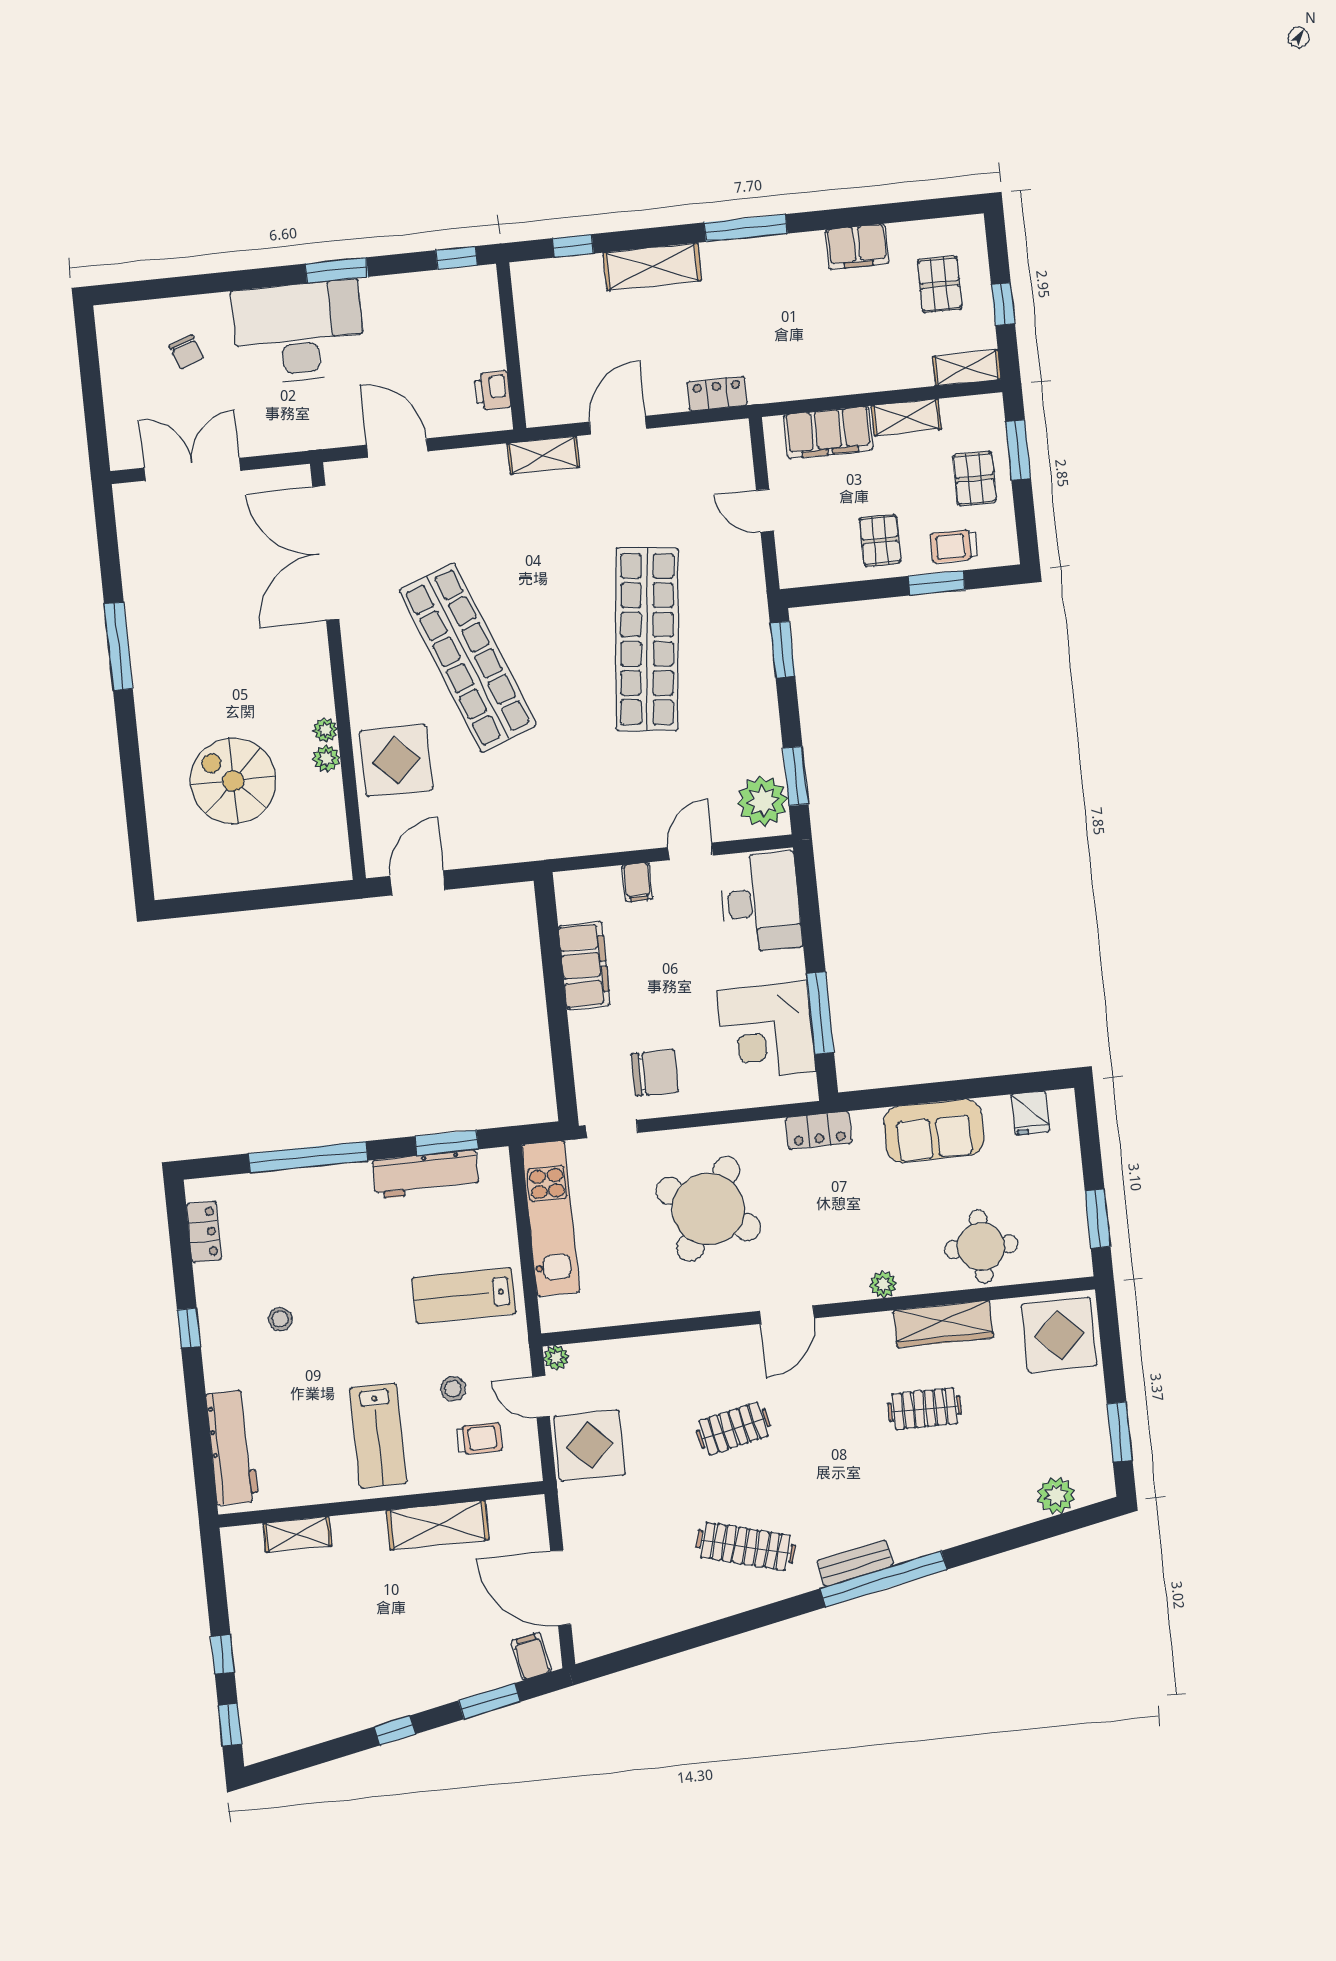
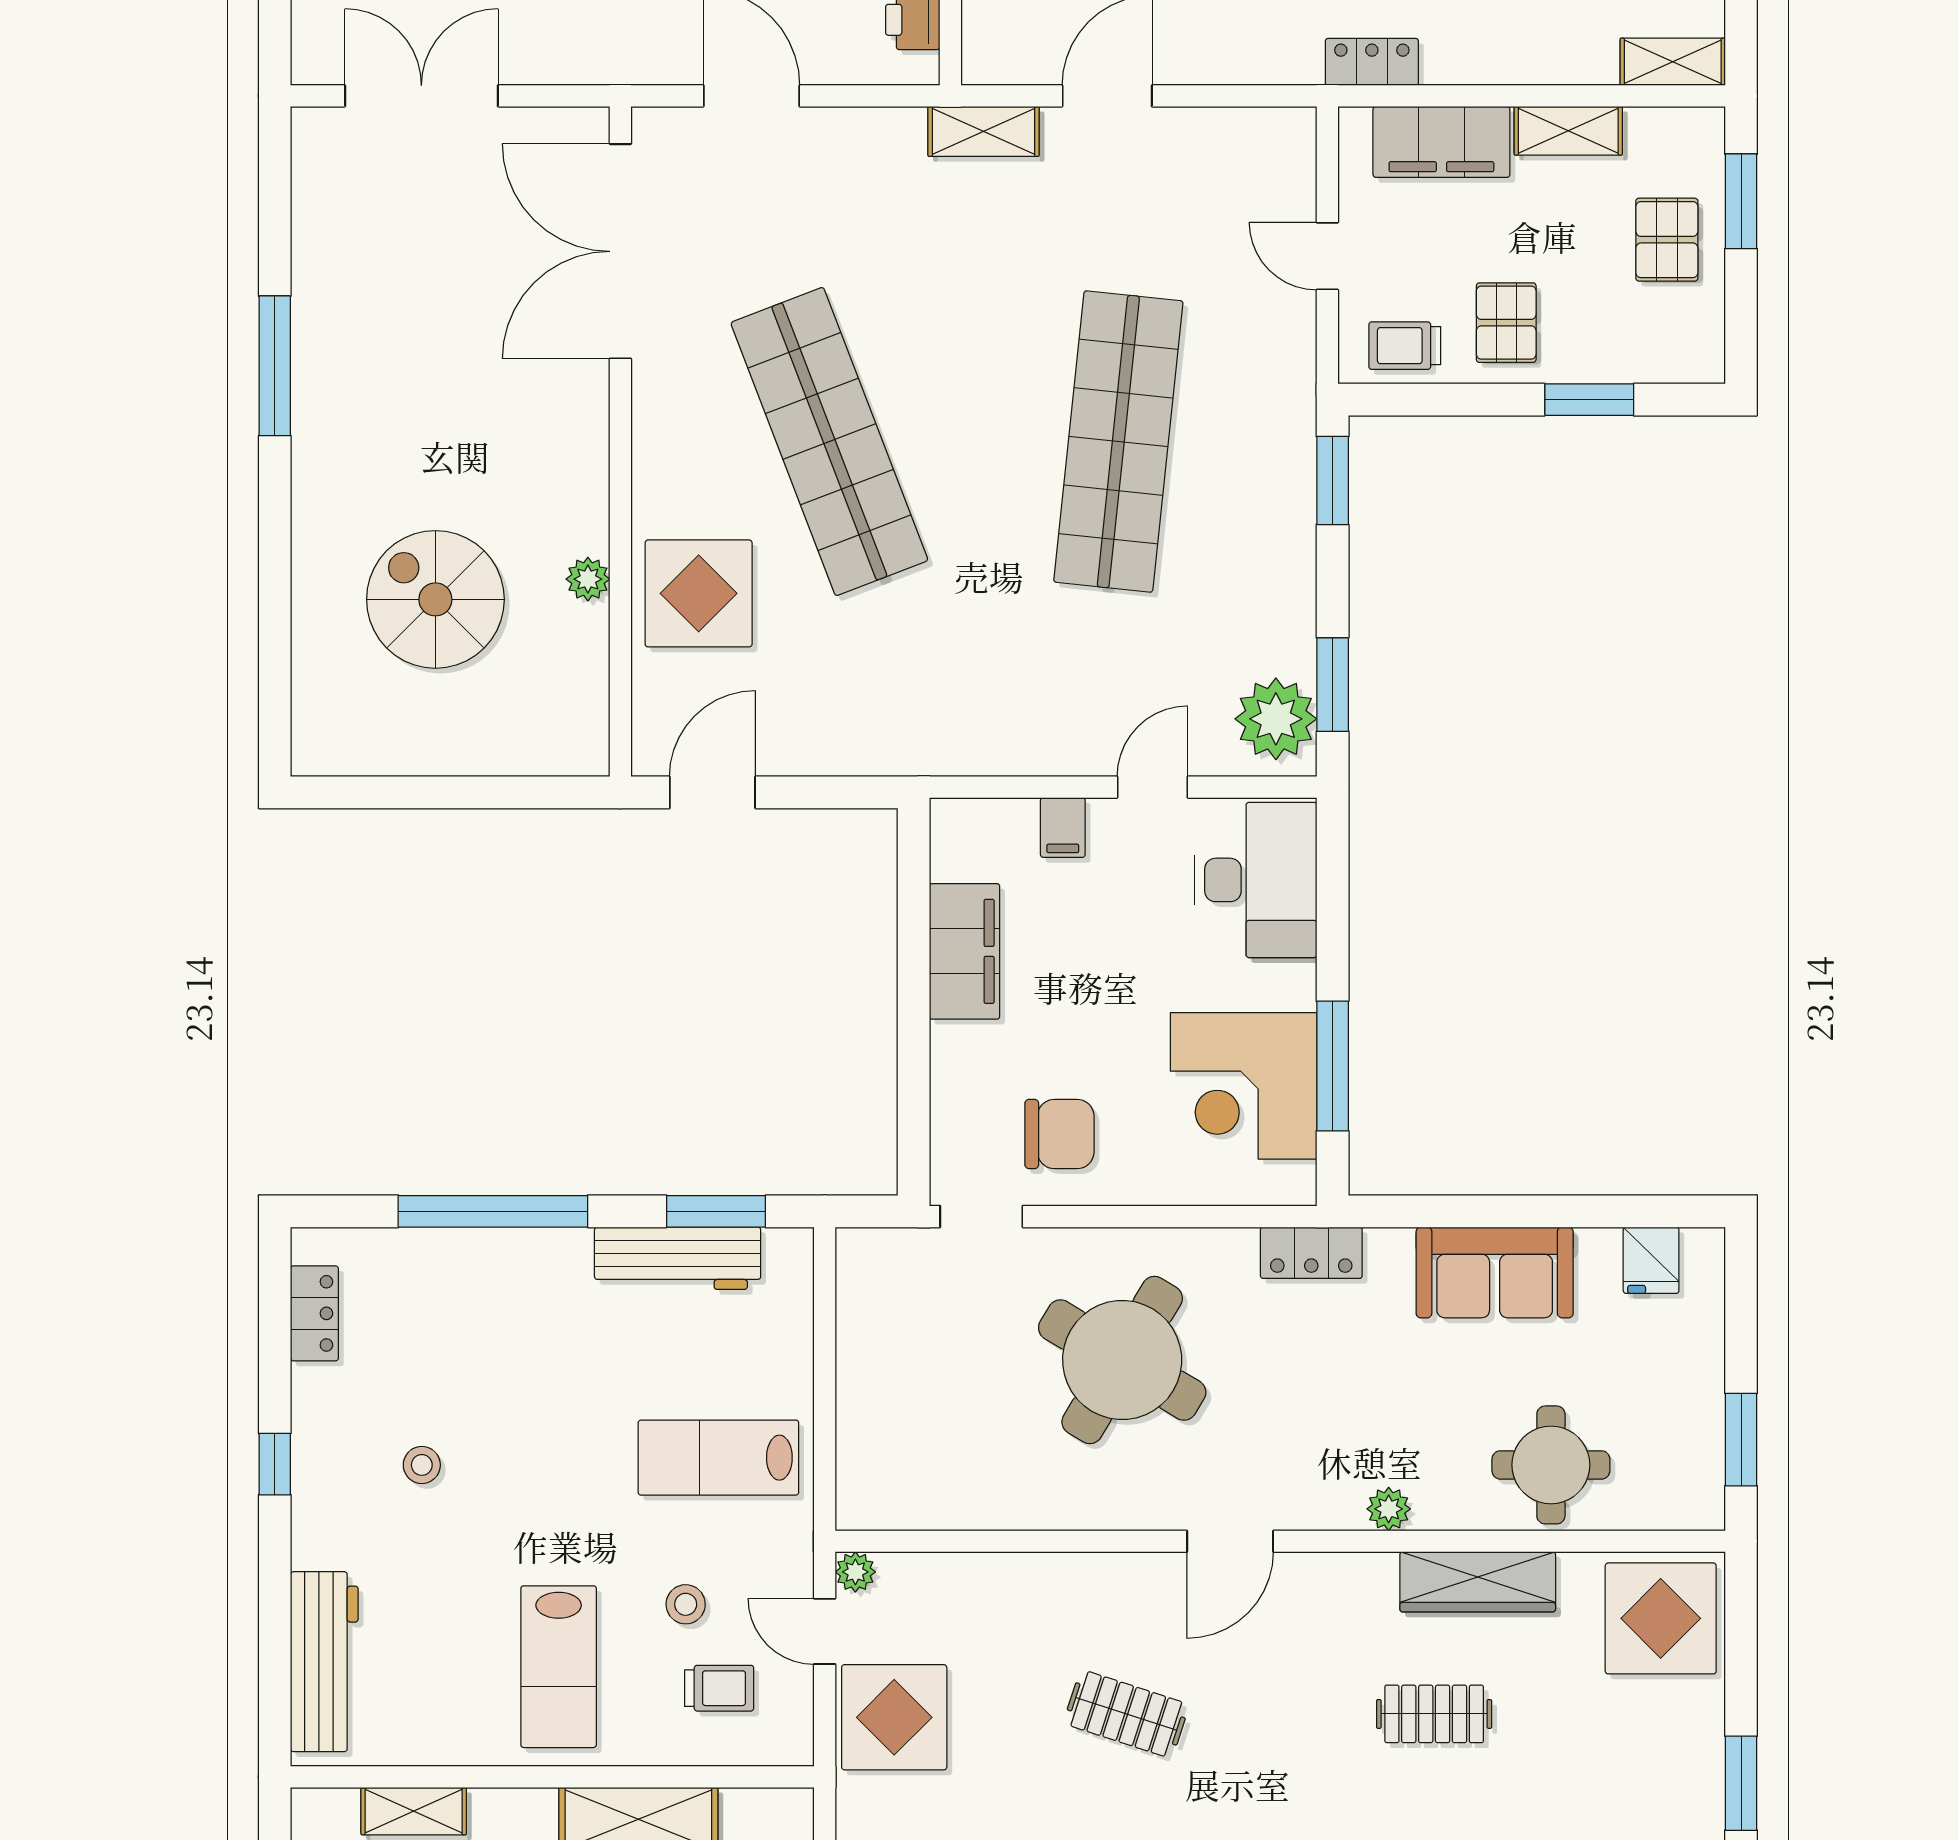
locker: (717, 394) -> (1372, 62), moved
trolley: (954, 546) -> (1405, 346), moved
plant: (325, 730) -> (590, 533), removed
kitchen unit: (551, 1219) -> (870, 1349), removed
clothes rail: (734, 1428) -> (1126, 1714), turned 30

